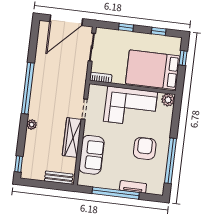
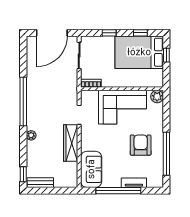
bed: (153, 70) -> (139, 52), moved
sofa: (92, 155) -> (91, 169), moved
bench: (59, 178) -> (40, 183), moved

